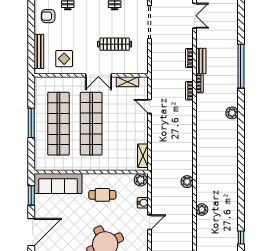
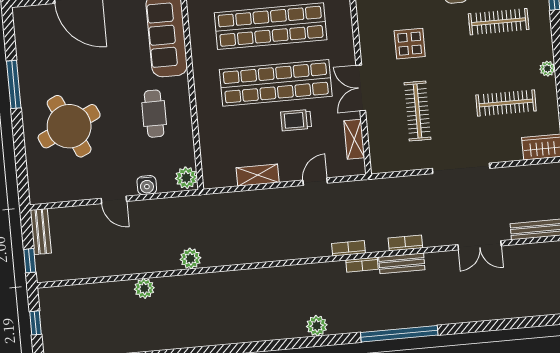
display table: (64, 59) -> (410, 44), moved
trolley: (113, 114) -> (296, 120), added
shelving: (143, 156) -> (258, 175), moved

